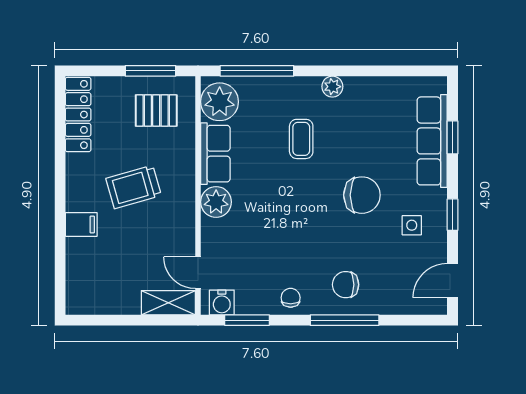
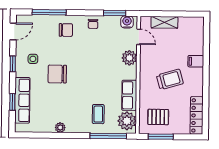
plant: (332, 87) -> (60, 128), moved
coffee table: (301, 139) -> (98, 114), moved
plant: (216, 202) -> (129, 58), moved
shelving: (168, 303) -> (164, 22), moved
window: (345, 320) -> (49, 12), moved

